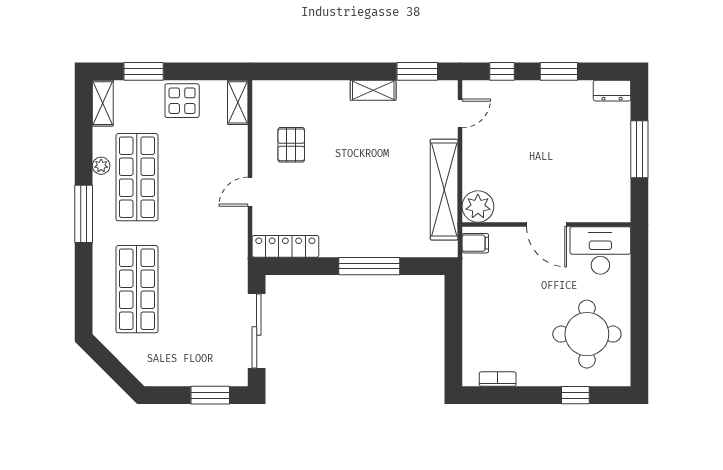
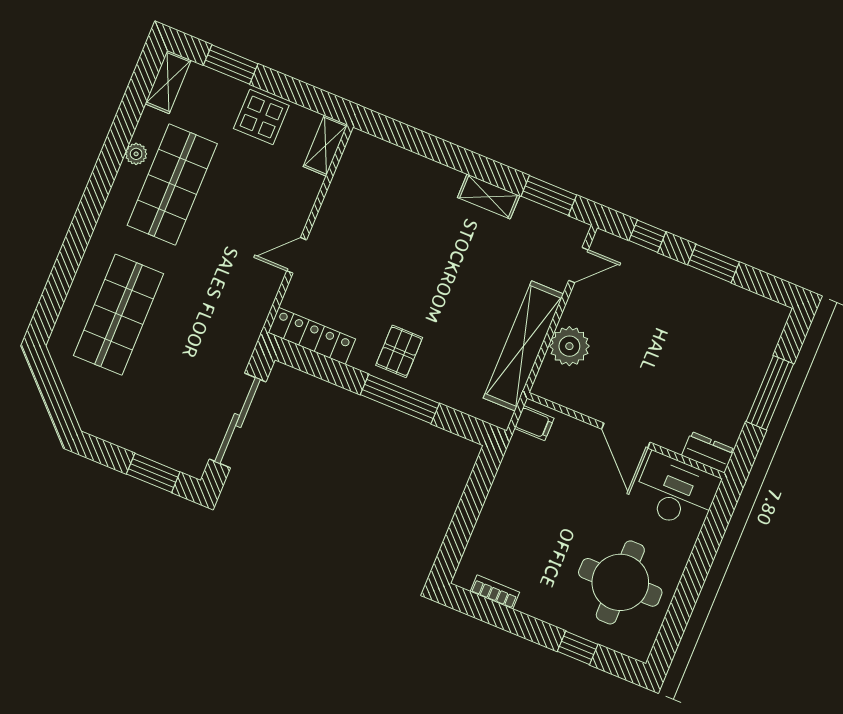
dresser: (612, 91) -> (708, 452), moved, turned 180
pallet: (291, 145) -> (399, 351), moved
plant: (478, 207) -> (569, 346), moved
window: (84, 214) -> (93, 202), removed

